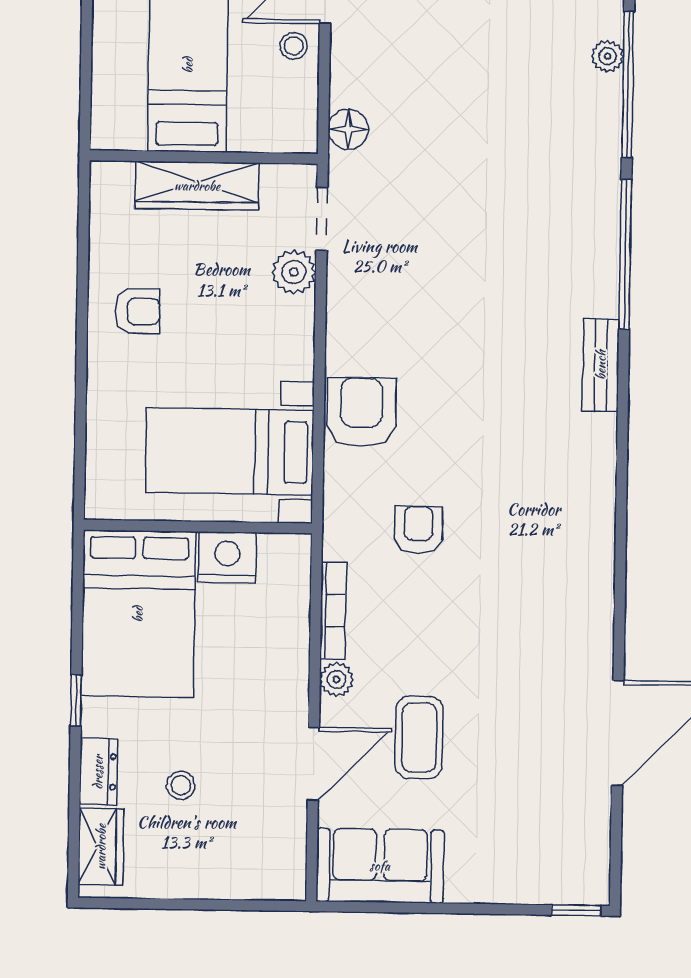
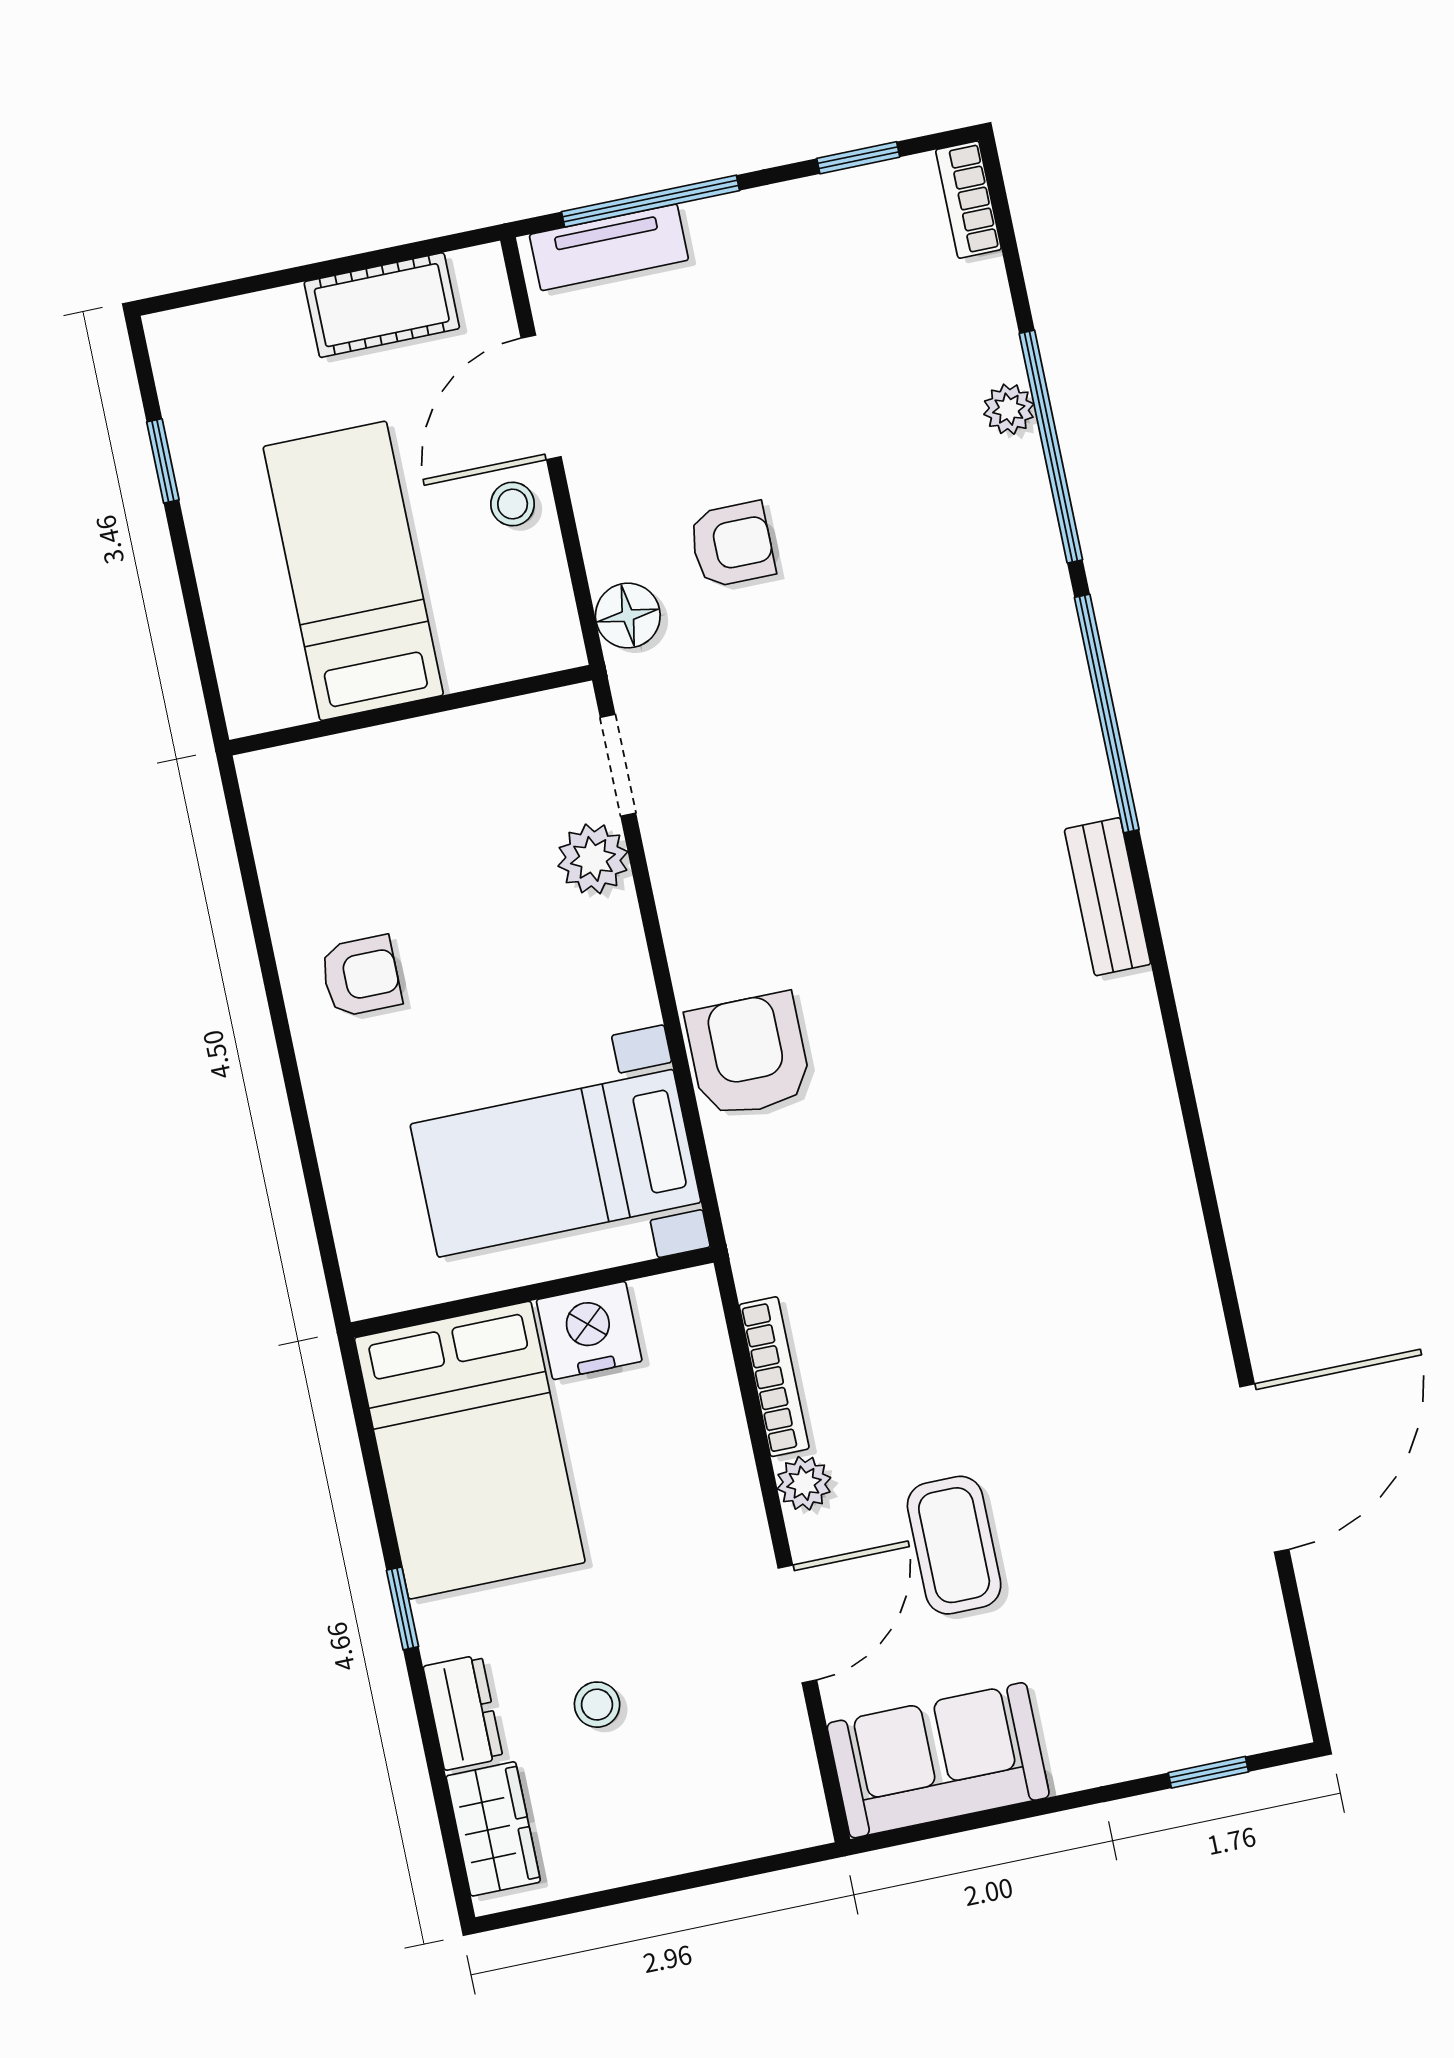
wardrobe: (197, 186) -> (410, 758), removed
armchair: (418, 530) -> (732, 545), moved, turned 90
window: (576, 910) -> (1208, 1772), moved

